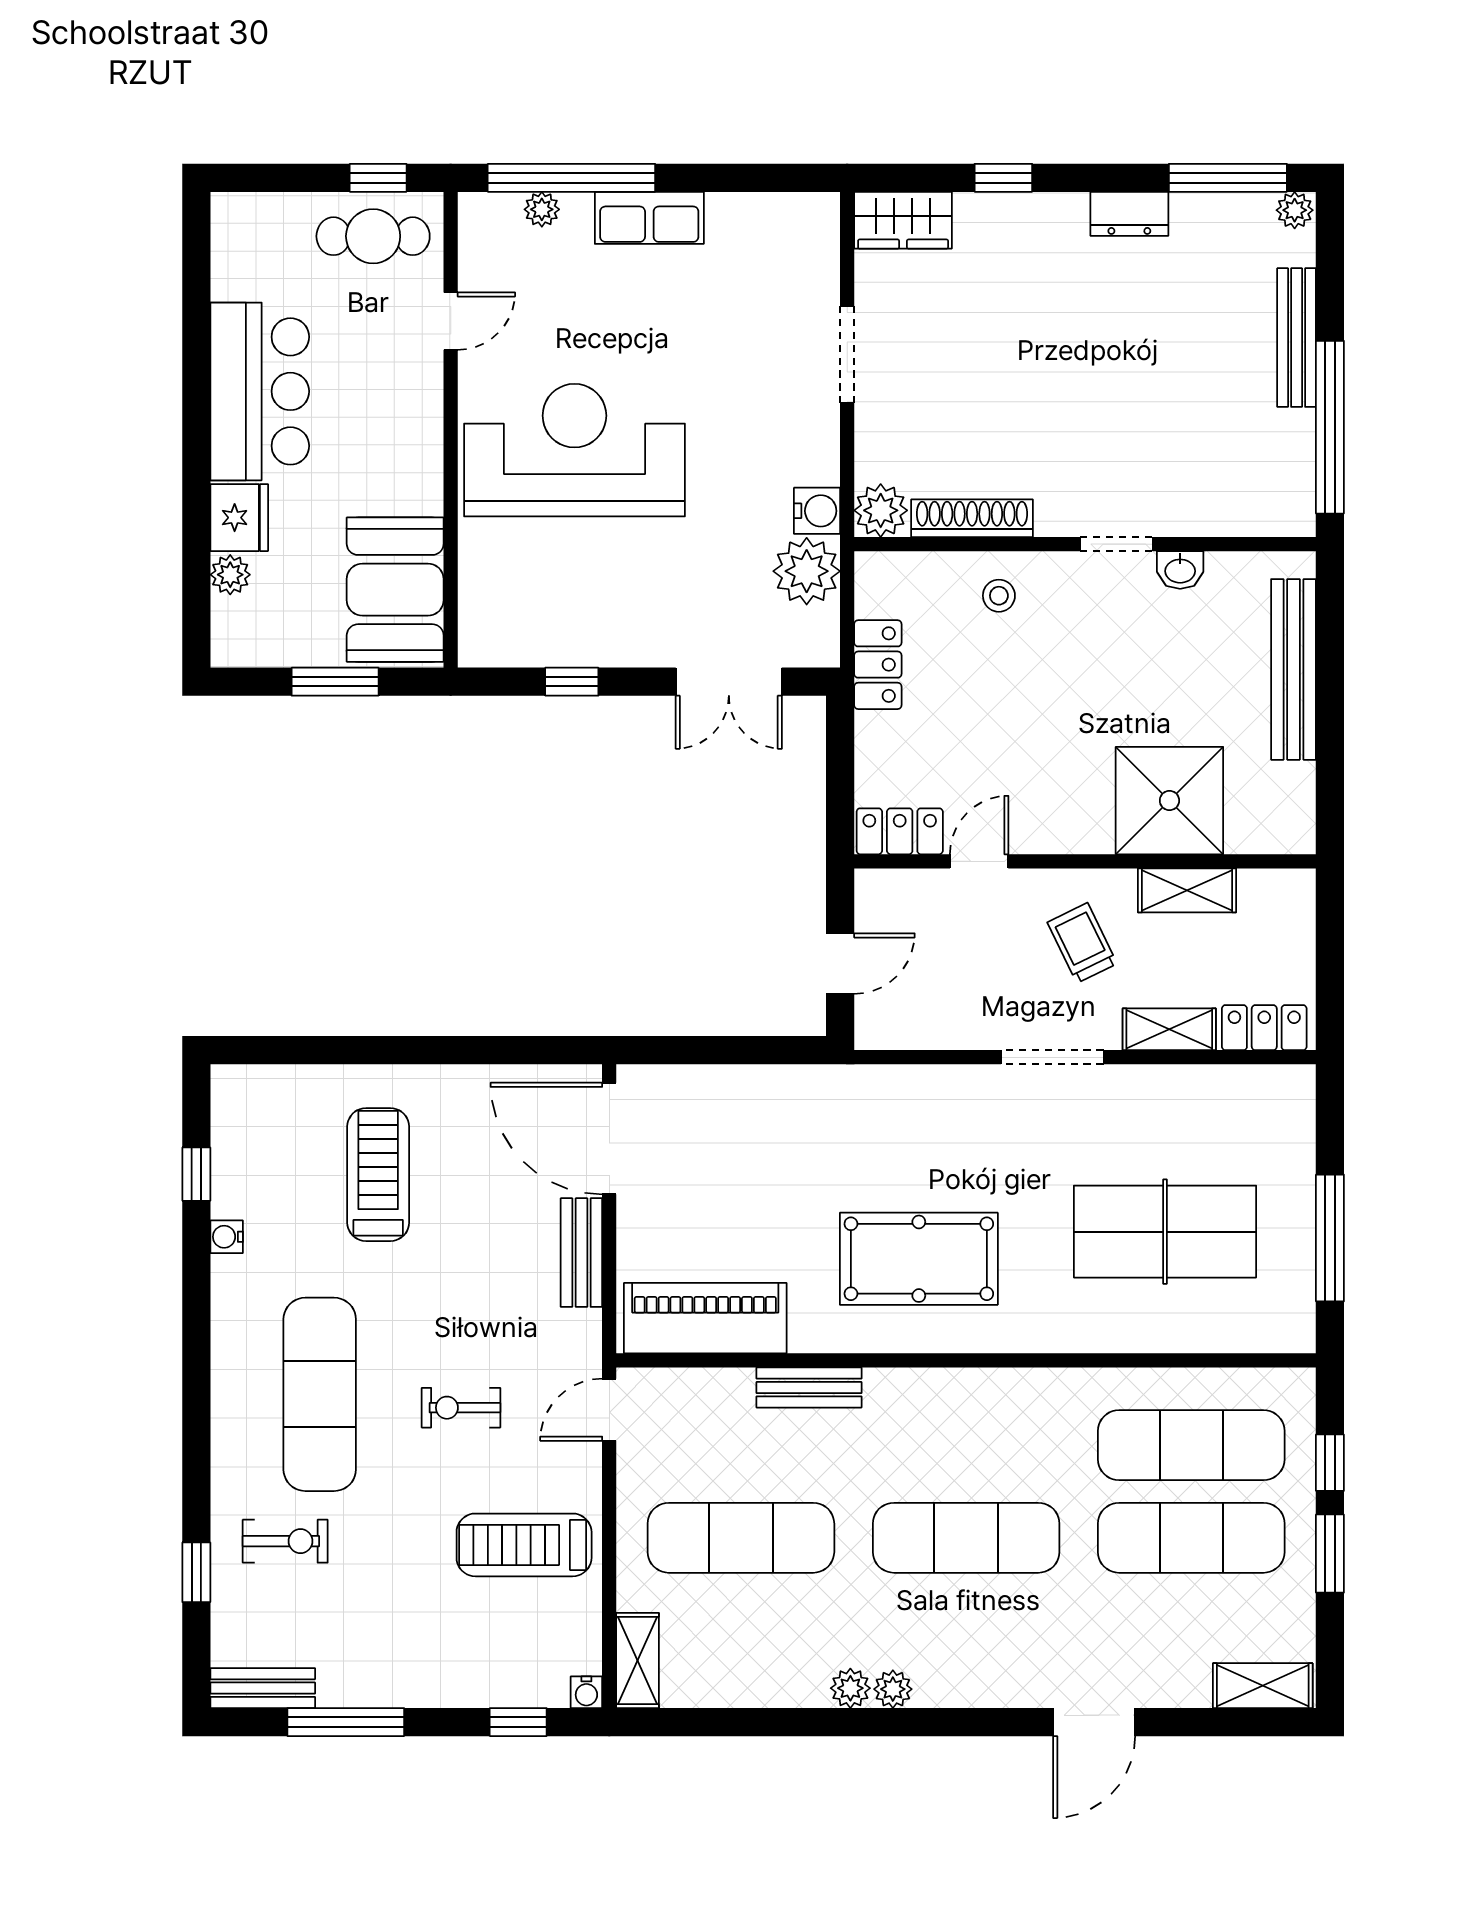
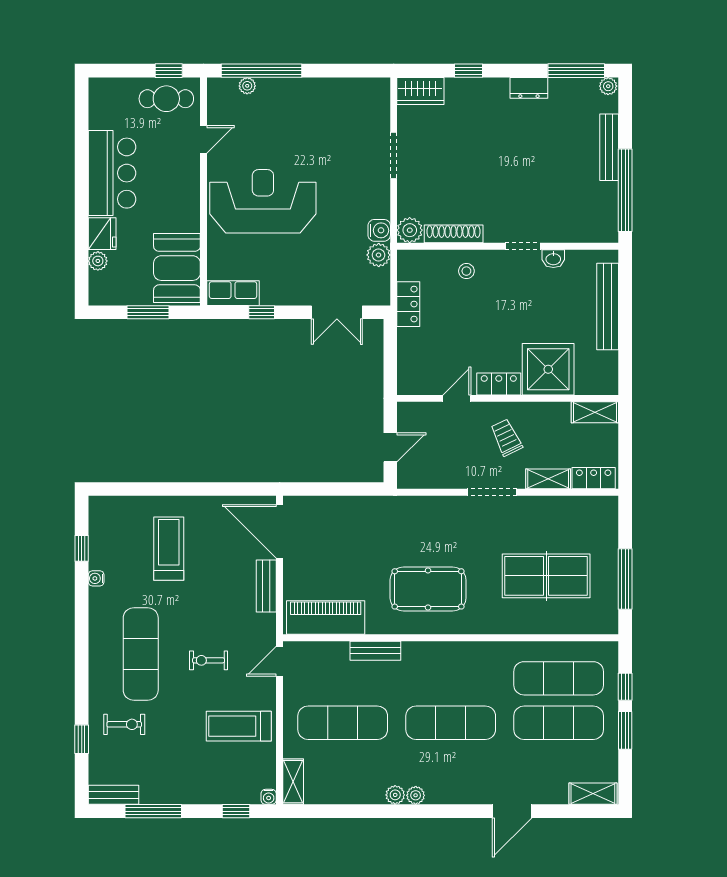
row of seats: (649, 218) -> (233, 293), moved, turned 180
plant: (807, 571) -> (379, 255), width x0.73, depth x0.73
locker: (900, 831) -> (499, 384), moved
shelving: (1187, 890) -> (595, 412), moved

